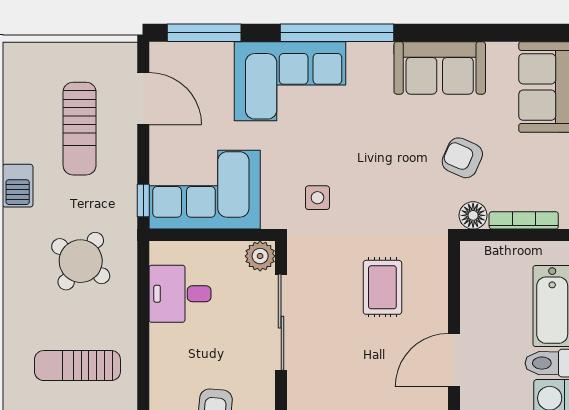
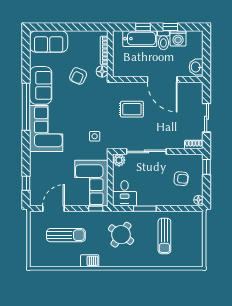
window: (204, 33) -> (26, 183), width x0.46
window: (337, 33) -> (26, 107), moved
corner sofa: (290, 81) -> (46, 128), moved
desk: (180, 294) -> (125, 193), moved
window: (143, 318) -> (145, 209), added
door: (454, 360) -> (162, 79), width x1.36

